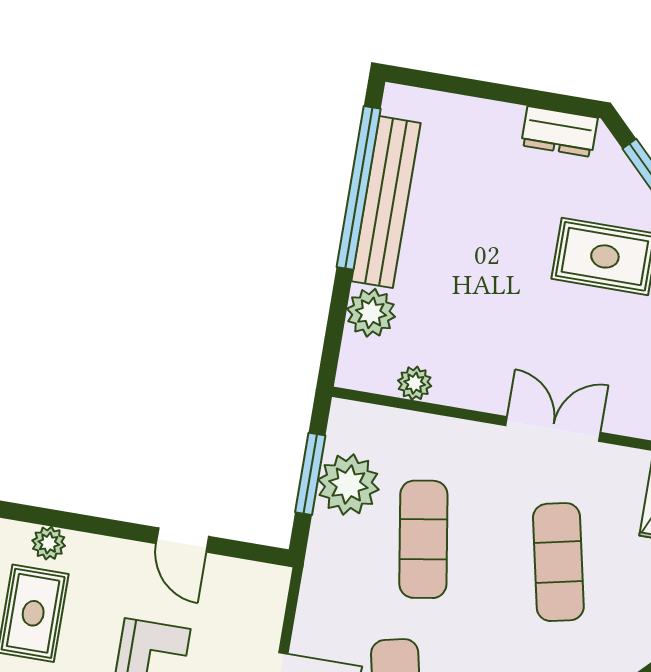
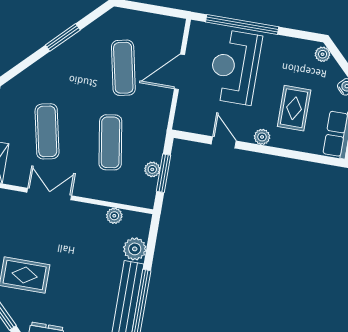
double door: (553, 429) -> (49, 194), swing flipped
plant: (348, 484) -> (152, 169), width x0.53, depth x0.53
plant: (49, 543) -> (262, 137), moved

